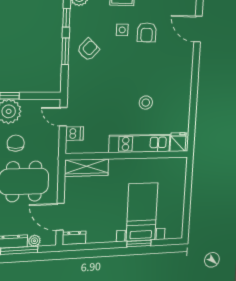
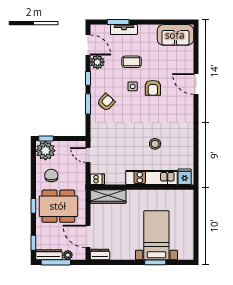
dishwasher: (75, 134) -> (97, 179), moved

